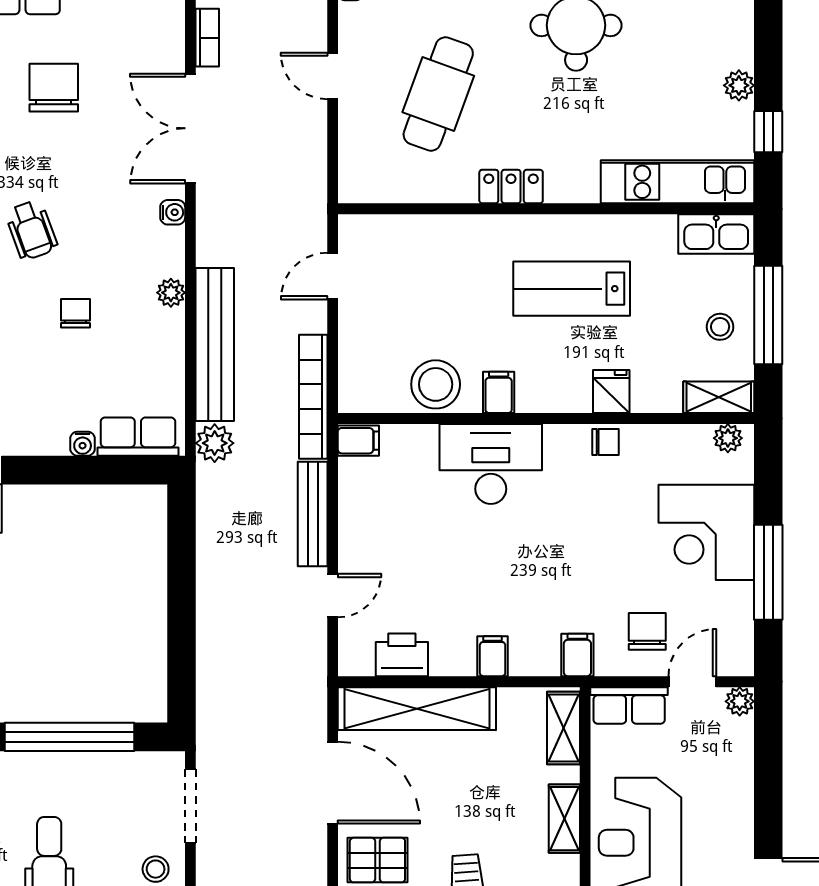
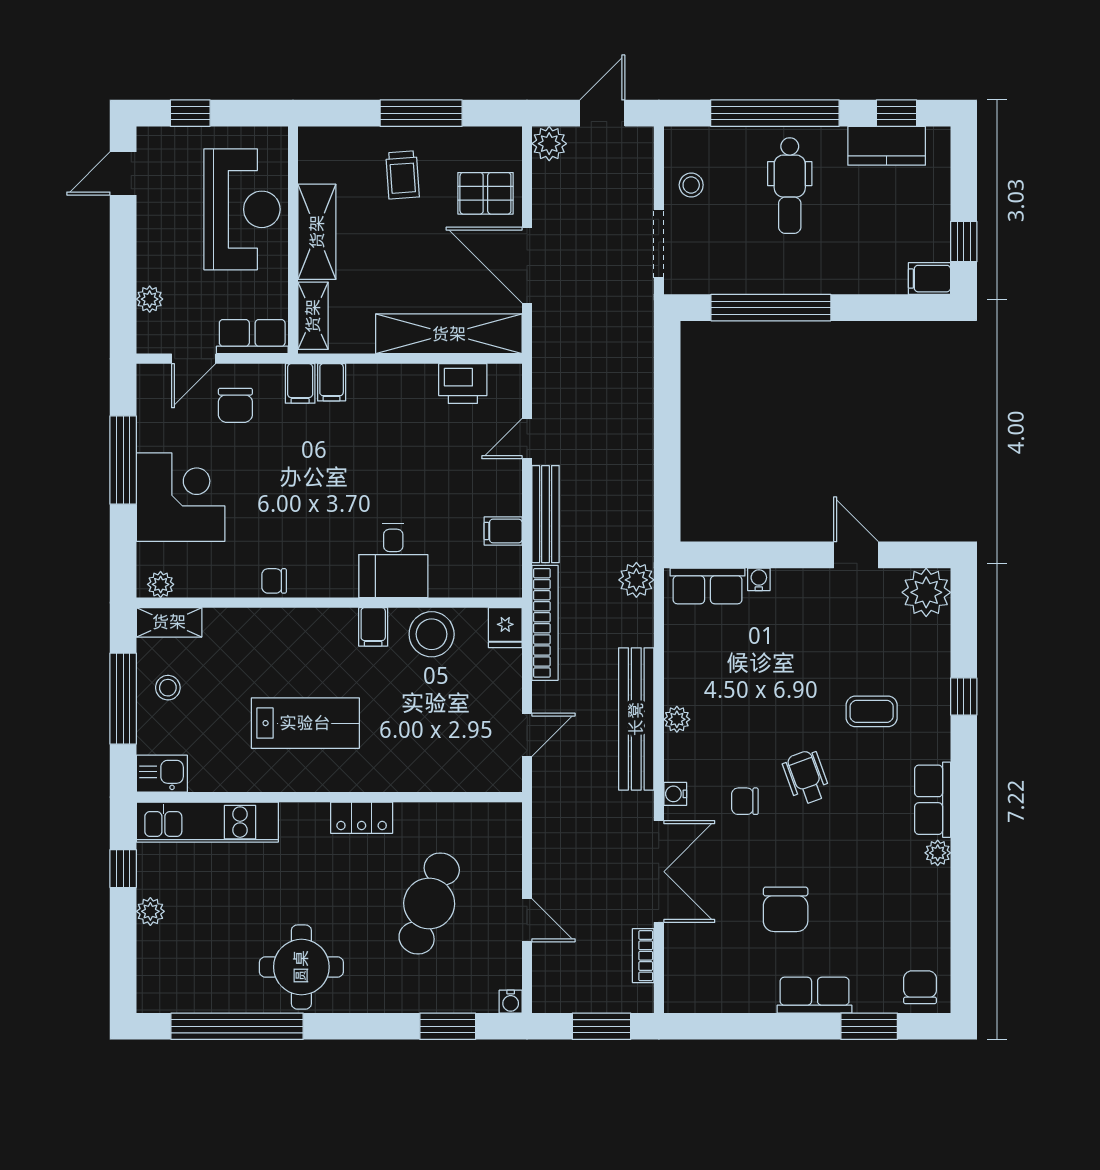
kitchen sink: (716, 234) -> (162, 774), width x0.73
chair: (76, 313) -> (745, 801), moved, turned 90
bench: (215, 345) -> (636, 719), moved
fridge: (611, 392) -> (505, 628), moved
filing cabinet: (358, 441) -> (503, 531), moved
desk: (491, 464) -> (393, 560), width x0.73
filing cabinet: (493, 656) -> (332, 382), moved
plant: (740, 701) -> (150, 299), moved
shelving: (564, 819) -> (317, 232), width x1.50, depth x1.33

